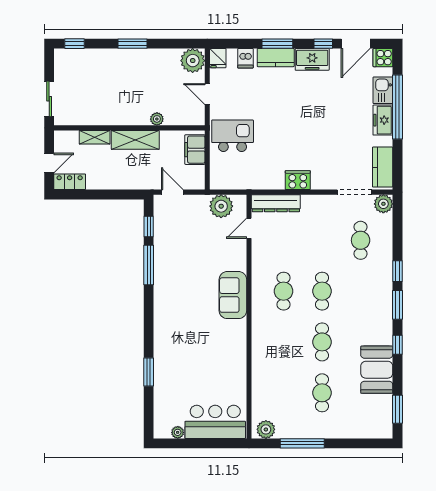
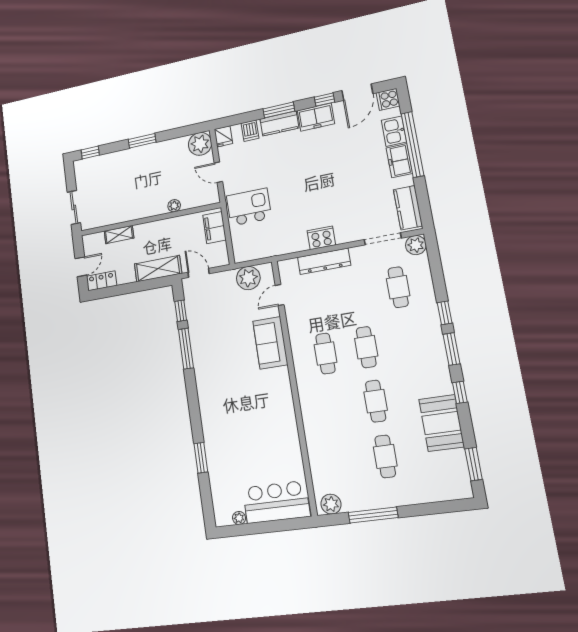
shelving: (135, 140) -> (158, 269), moved
dresser: (276, 203) -> (324, 261), moved
sofa: (233, 295) -> (270, 343), moved

